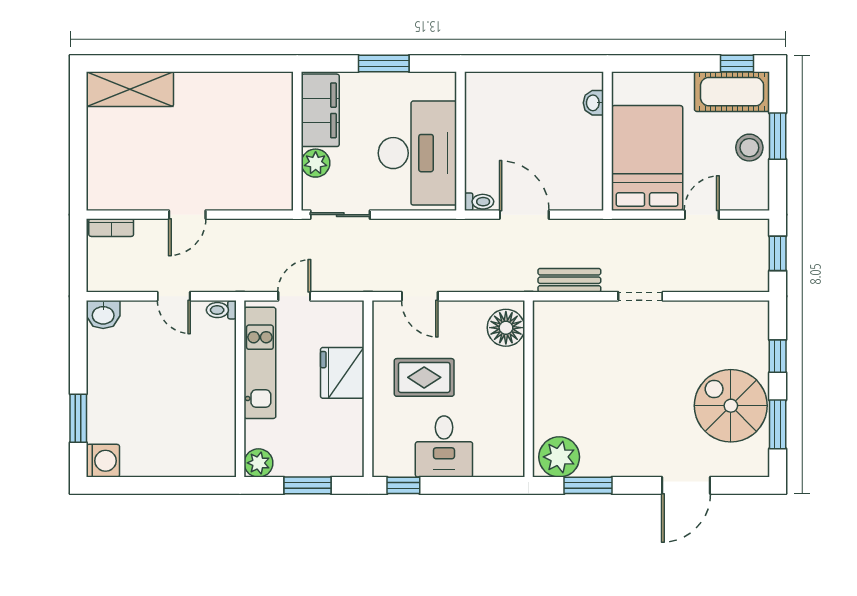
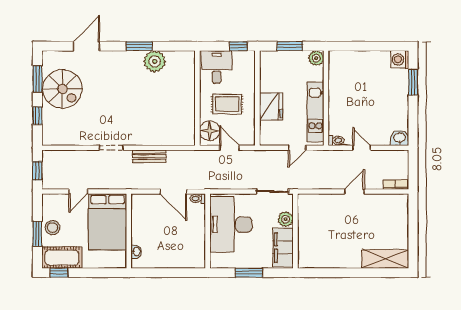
floor lamp: (506, 328) -> (210, 131), moved
wall: (529, 389) -> (197, 98), moved

